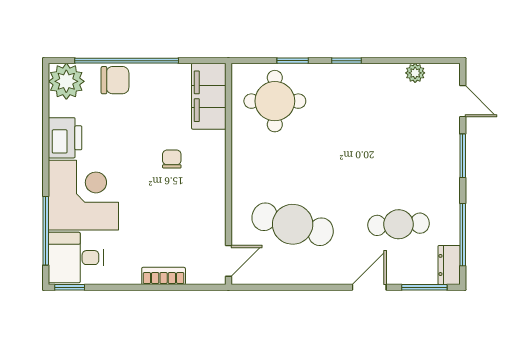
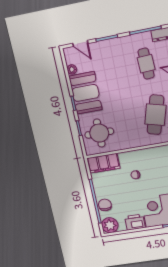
booth: (363, 90) -> (85, 93), added
door: (463, 101) -> (80, 43), swing flipped

